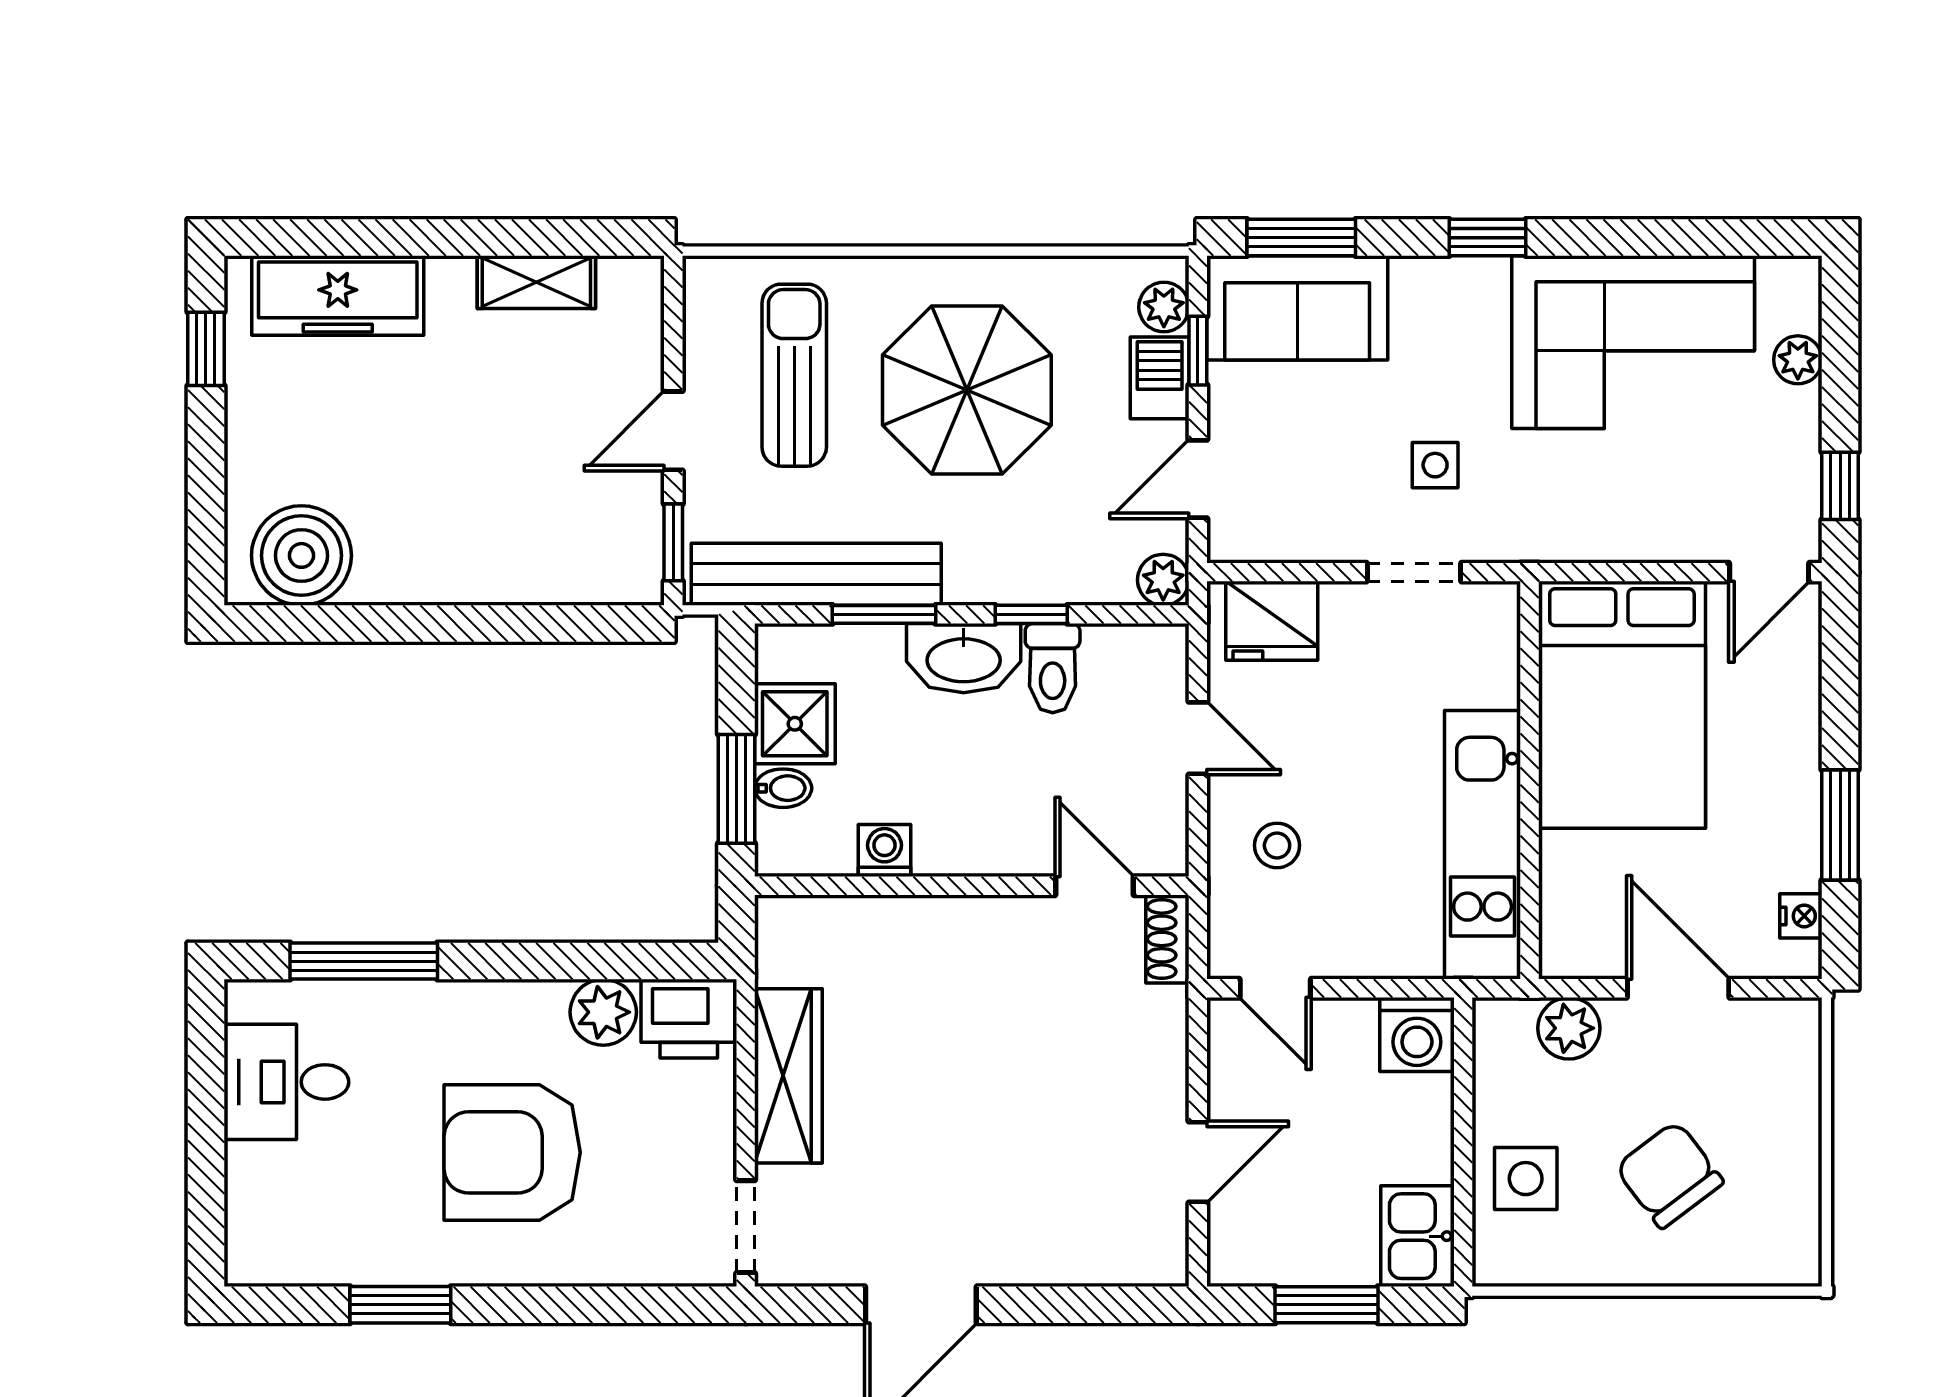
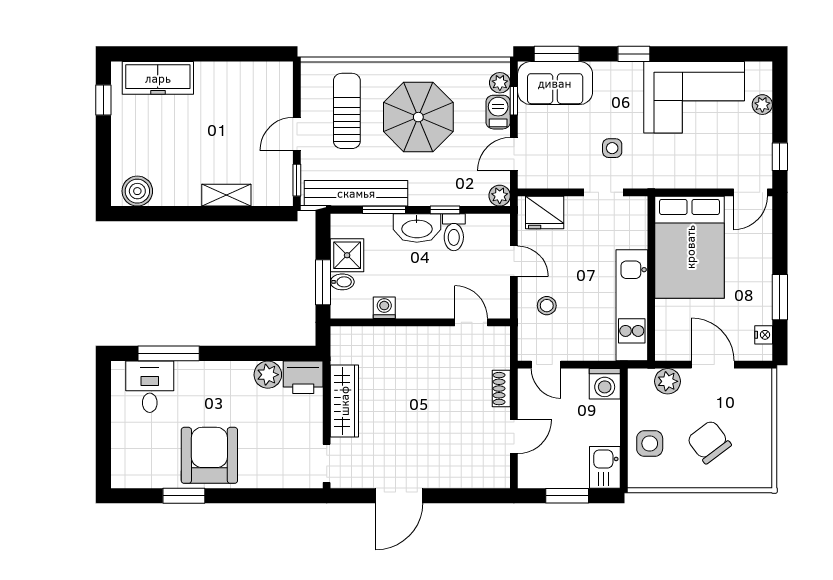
shelving: (536, 282) -> (226, 195), moved
boiler: (301, 555) -> (137, 191), width x0.73, depth x0.73
shoe rack: (1167, 939) -> (501, 389), moved
desk: (286, 1082) -> (150, 387), moved, turned 90
armchair: (512, 1152) -> (209, 455), moved, turned 90

